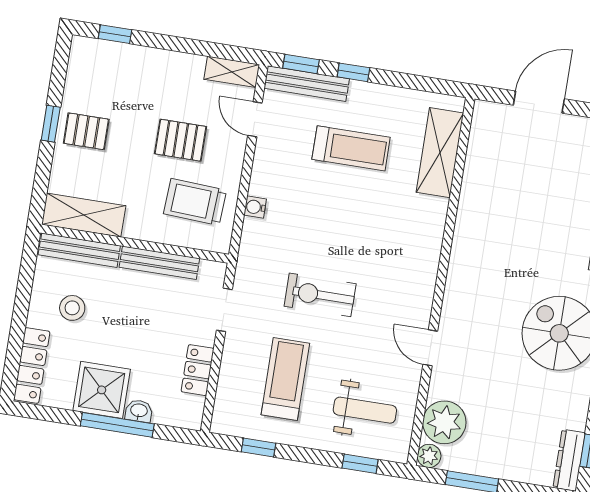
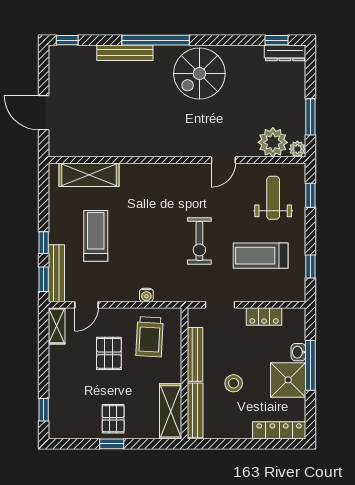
stool: (72, 308) -> (234, 383), moved

